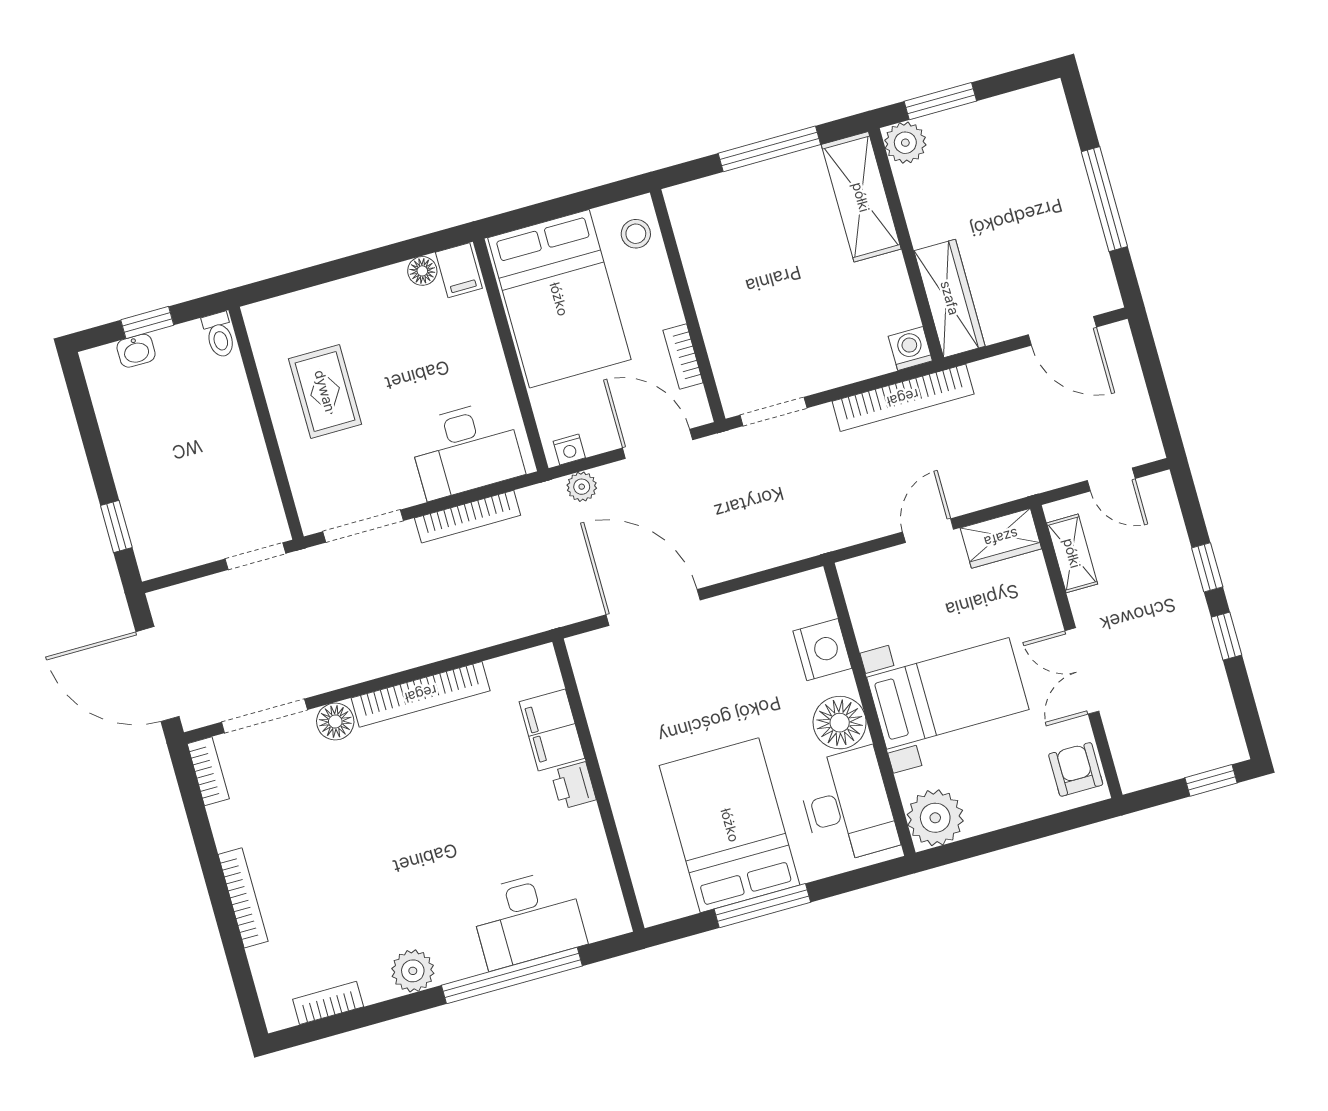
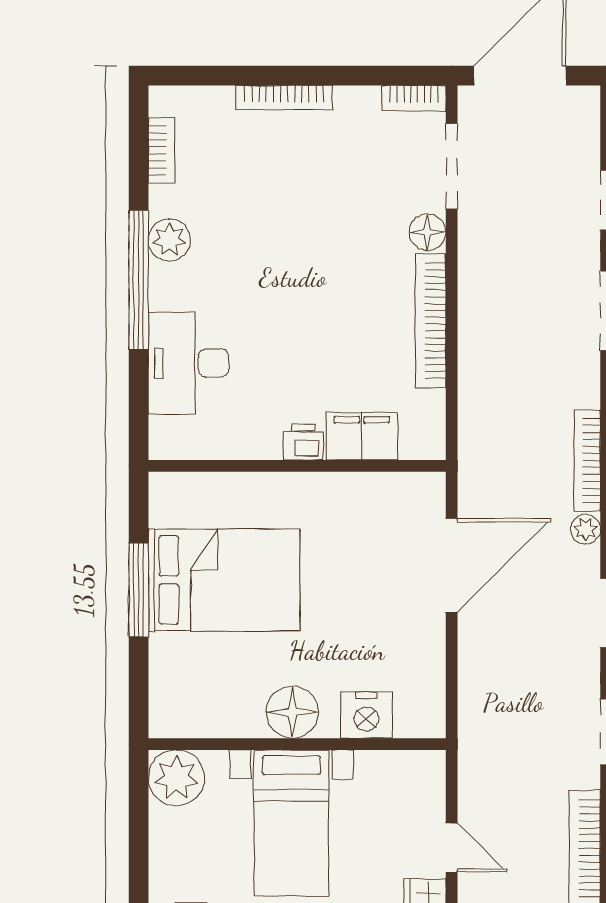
bookcase: (468, 517) -> (587, 461), moved
desk: (847, 806) -> (211, 698), removed
window: (512, 976) -> (139, 280), moved

